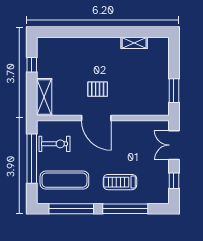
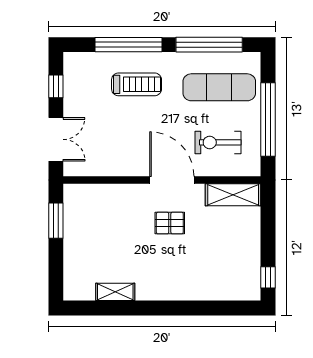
window: (32, 65) -> (268, 277), moved
shelving: (44, 97) -> (233, 195), moved, turned 90
exercise bike: (54, 144) -> (218, 142), moved

